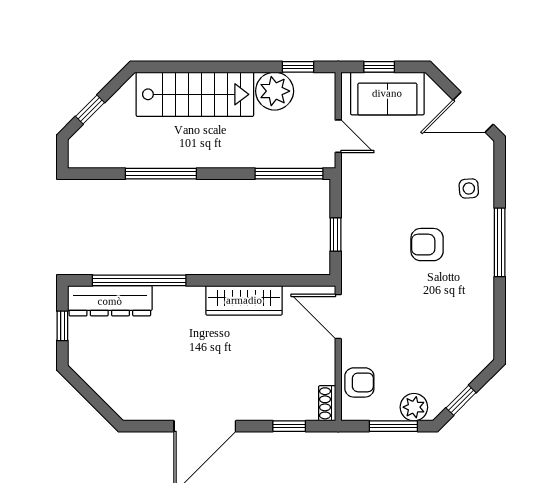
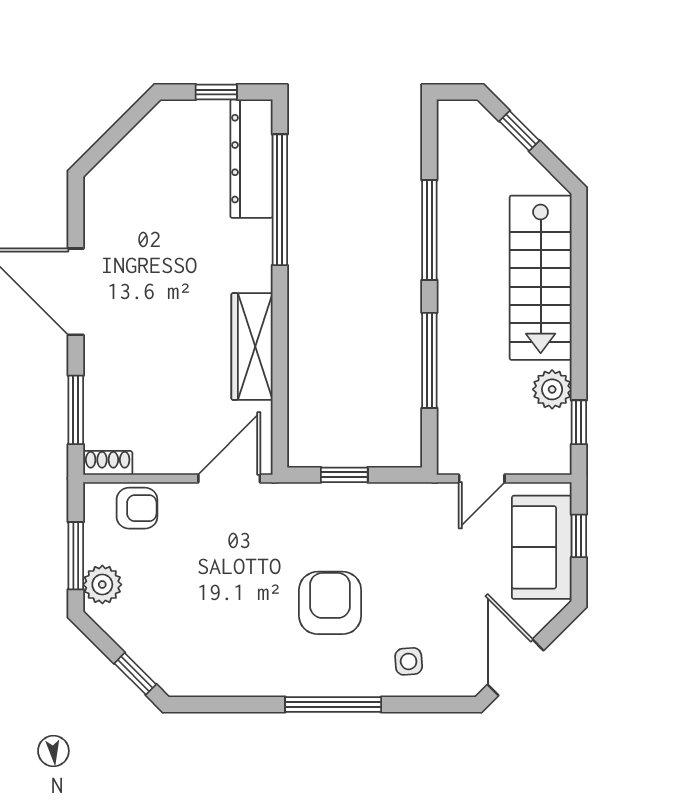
plant: (275, 91) -> (552, 389), width x0.73, depth x0.73
window: (289, 174) -> (429, 360), moved
armchair: (427, 245) -> (330, 603), width x1.38, depth x1.38
armchair: (359, 382) -> (137, 508), turned -90
window: (461, 400) -> (135, 674), moved
window: (289, 426) -> (76, 410), width x1.50

